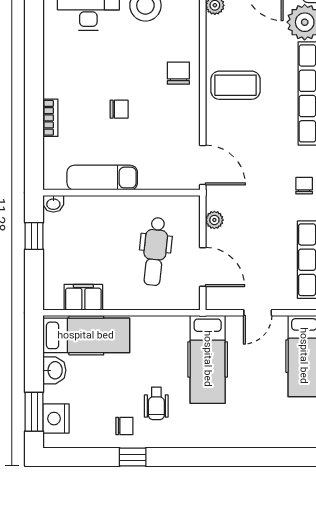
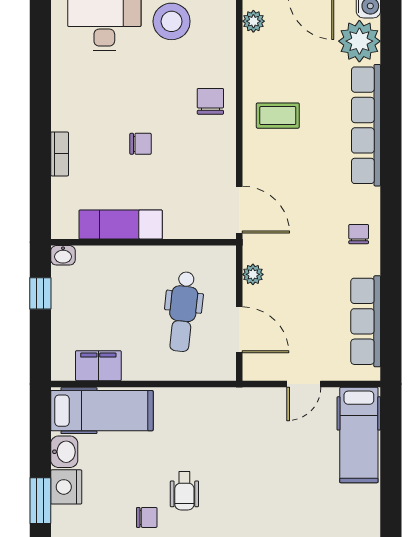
coffee table: (235, 85) -> (278, 116), width x0.73, depth x0.77
hospital bed: (208, 359) -> (245, 439), removed
nightstand: (56, 419) -> (66, 487), moved

